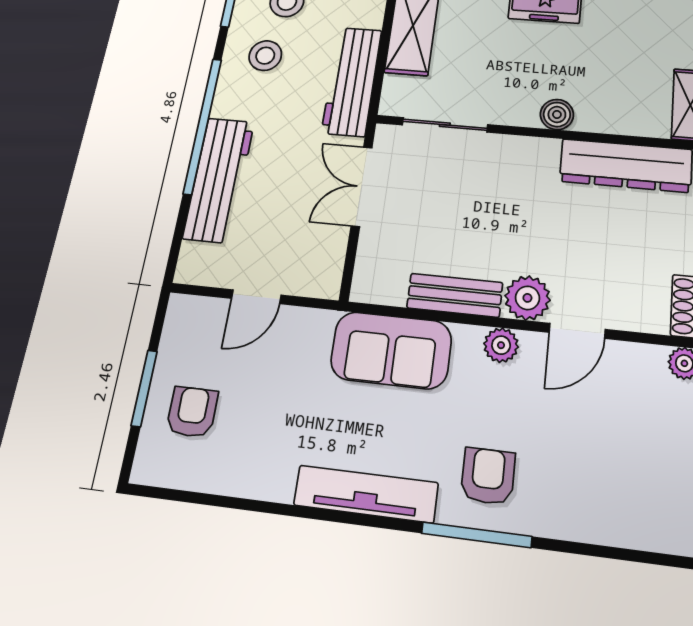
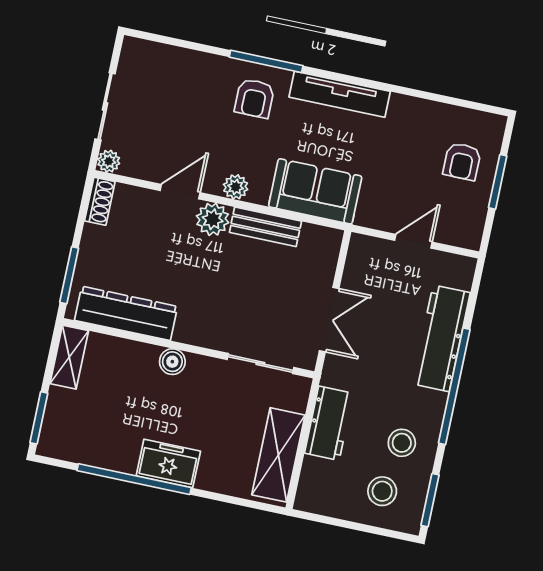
workbench: (352, 81) -> (329, 423), width x0.73

